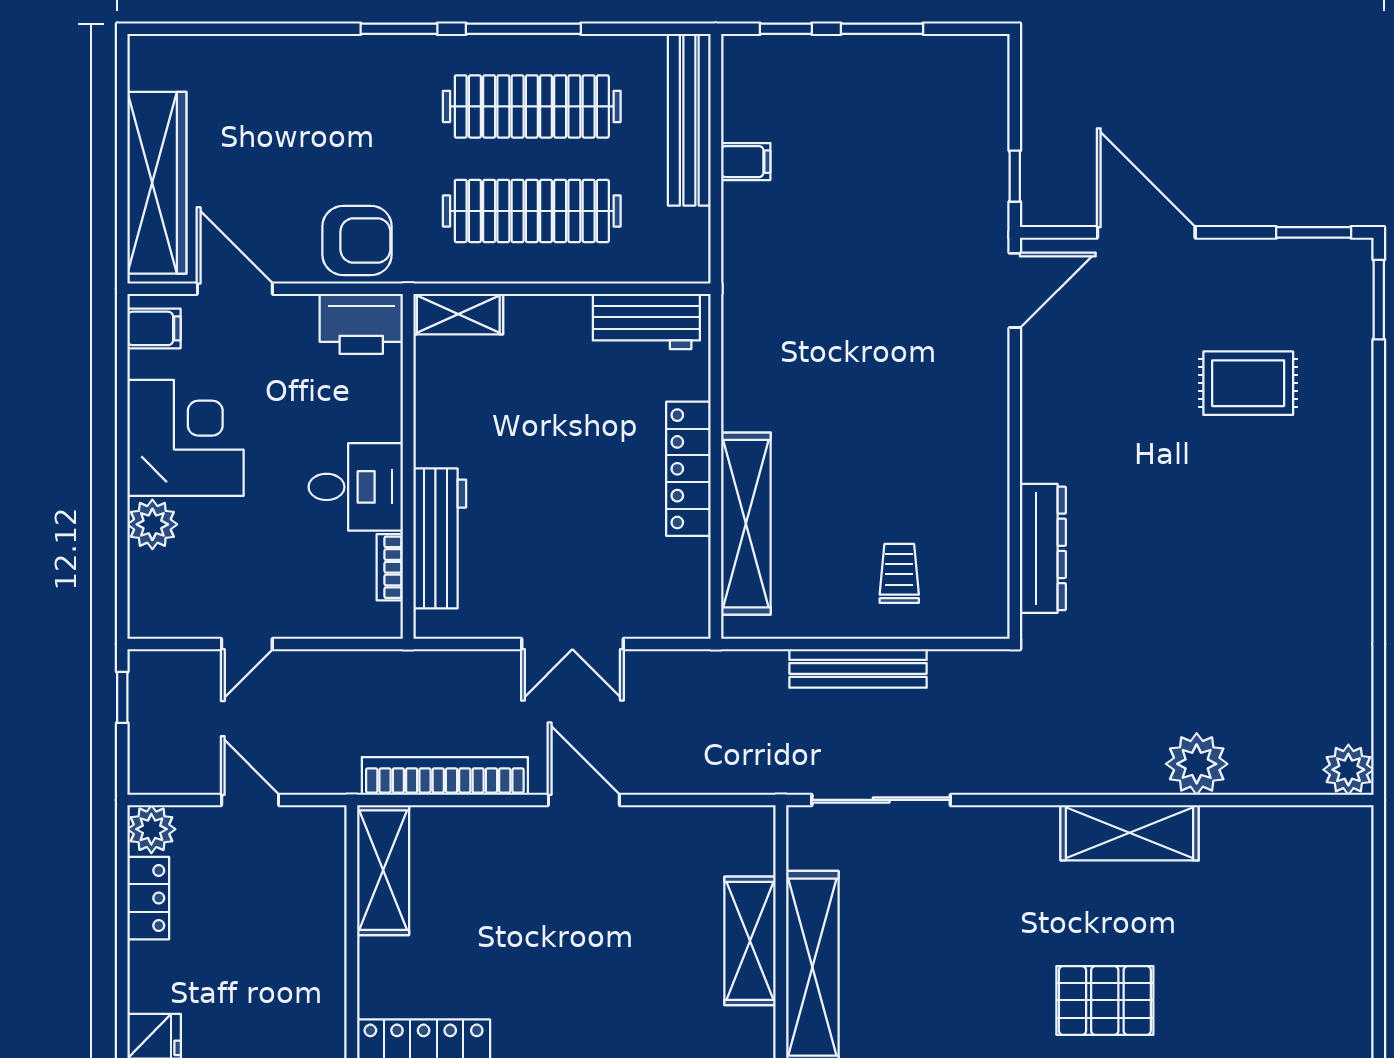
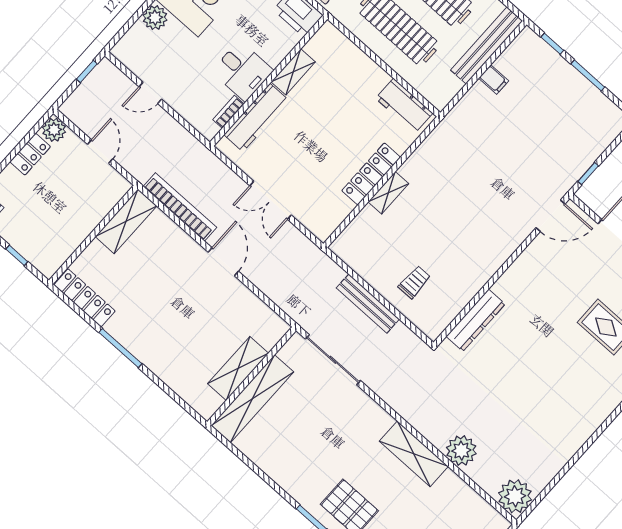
shelving: (458, 314) -> (293, 72), moved, turned 90
shelving: (746, 524) -> (388, 193), width x0.45, depth x0.75
plant: (1348, 770) -> (515, 496), width x1.36, depth x1.36

